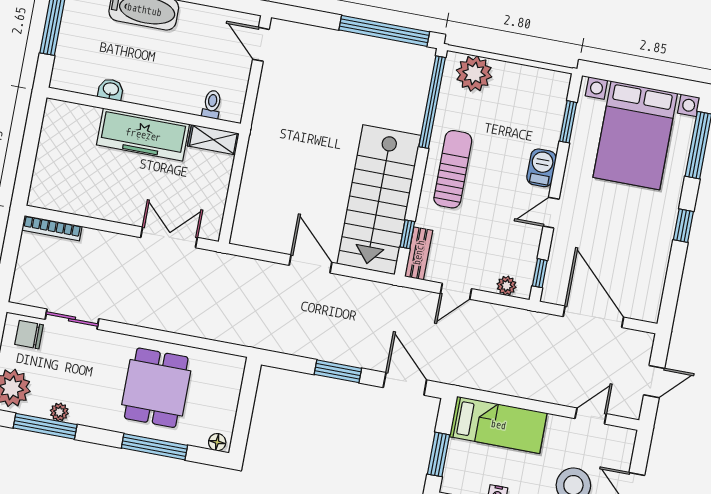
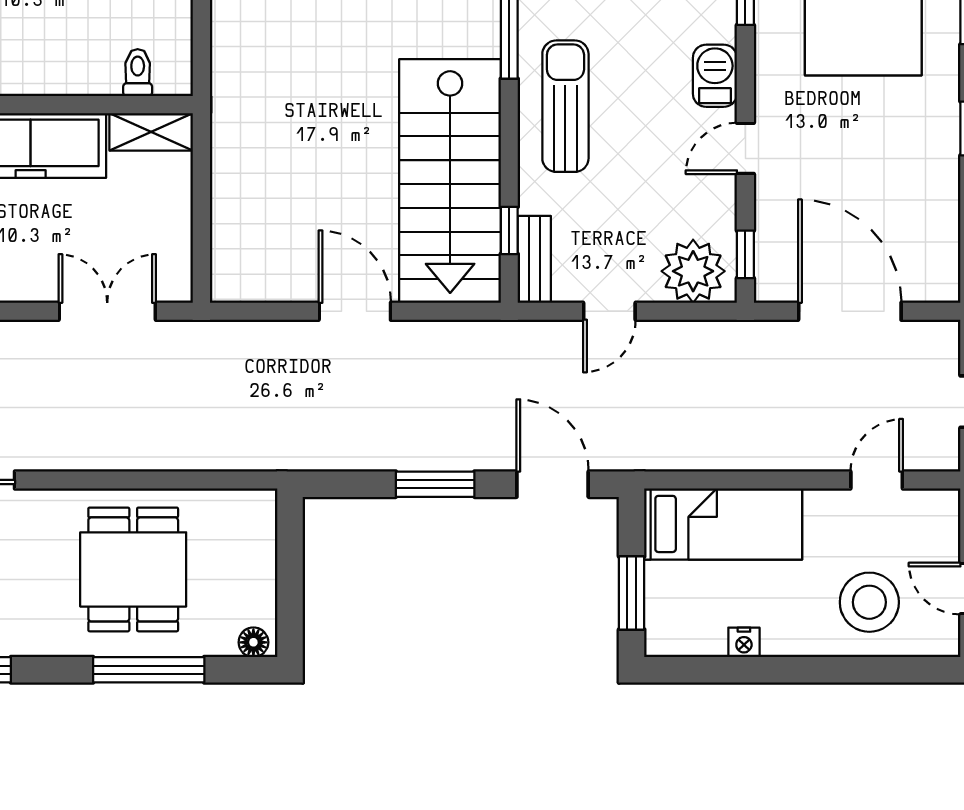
plant: (507, 286) -> (693, 271), width x1.88, depth x1.88

